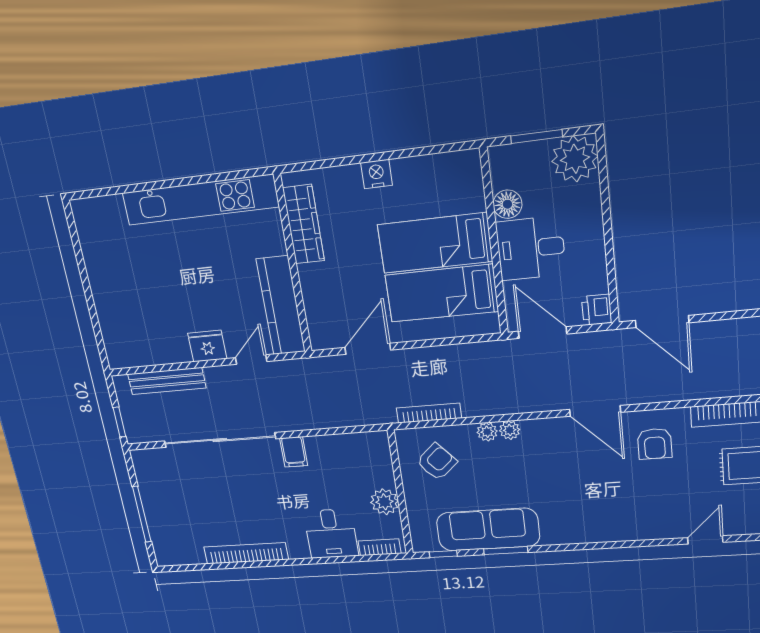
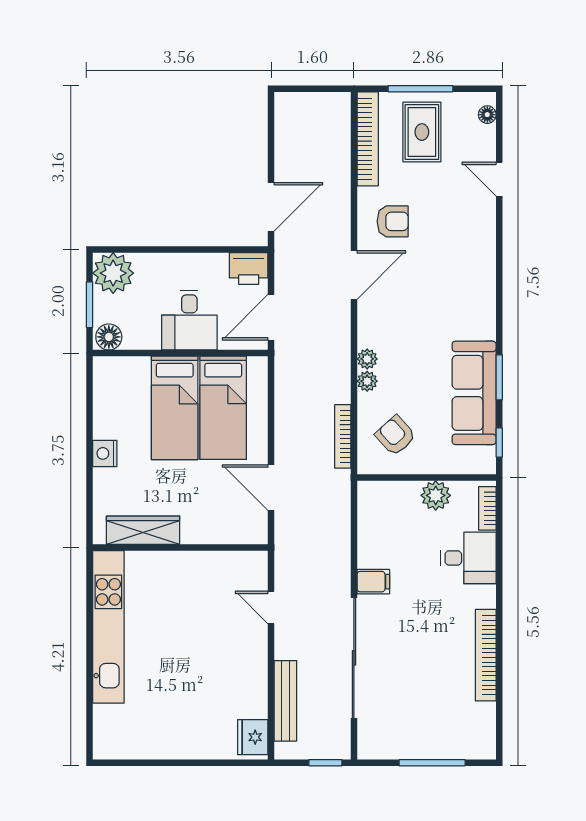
floor lamp: (507, 204) -> (109, 337), moved
kitchen counter: (281, 306) -> (219, 567), removed
printer: (597, 310) -> (249, 268), width x1.36, depth x1.24
fridge: (207, 346) -> (253, 737), moved

